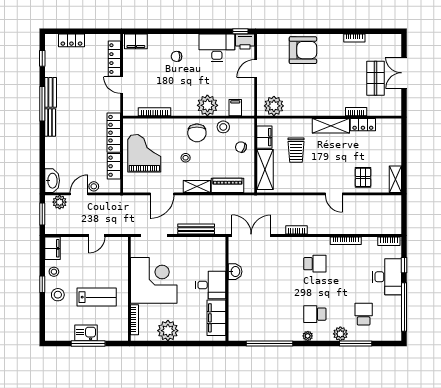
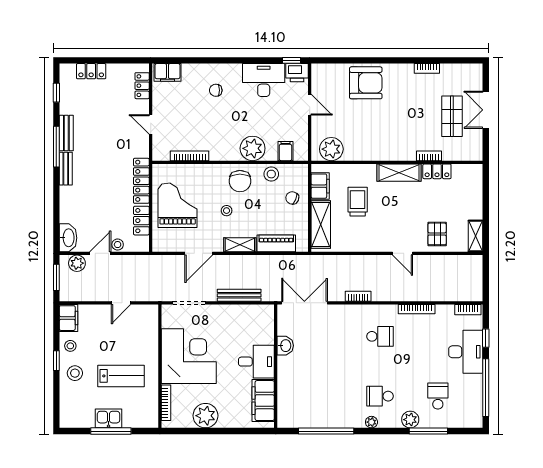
locker: (114, 59) -> (142, 86), width x0.66
door: (256, 69) -> (310, 105), swing flipped
trolley: (296, 150) -> (358, 202), turned 180

